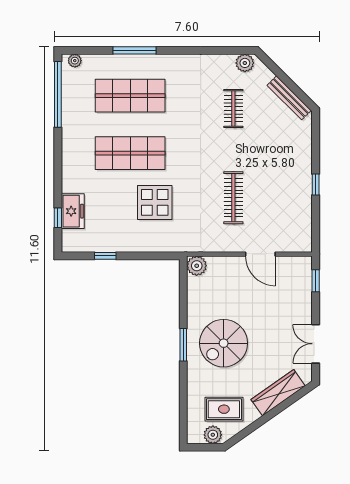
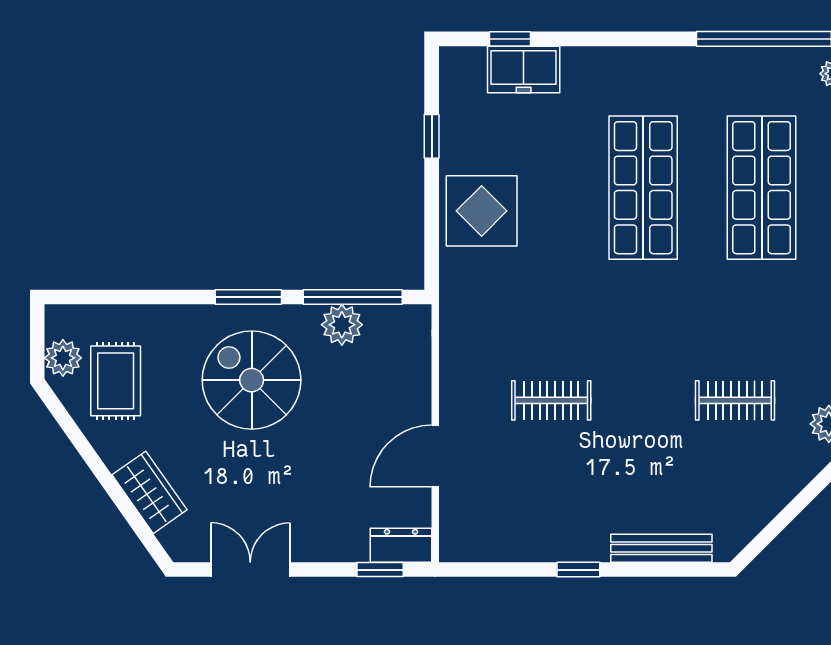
bench: (289, 98) -> (661, 548), moved, turned 45
clothes rail: (233, 198) -> (551, 400), width x0.73
display table: (155, 202) -> (482, 211), moved
plant: (197, 266) -> (342, 325), moved
dresser: (304, 271) -> (401, 545), added
window: (183, 294) -> (353, 297), added
wardrobe: (278, 393) -> (150, 492), width x0.67

